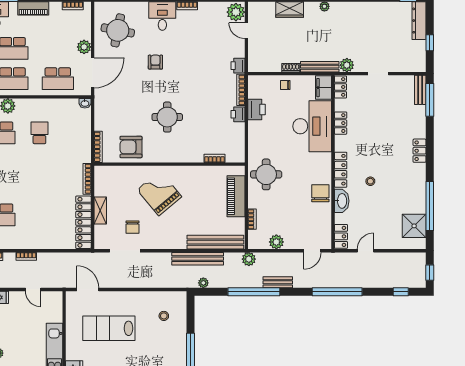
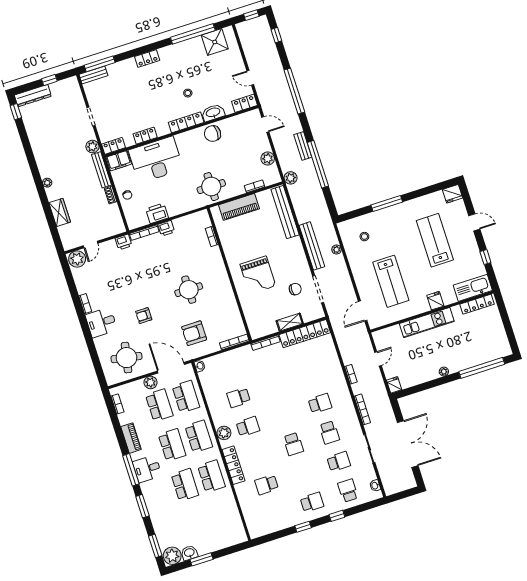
school desk: (58, 48) -> (159, 405), added
armchair: (131, 147) -> (194, 333), moved, turned 90
grand piano: (159, 193) -> (258, 275), turned -50
bench: (198, 259) -> (312, 246), moved
plant: (203, 283) -> (337, 250), moved

